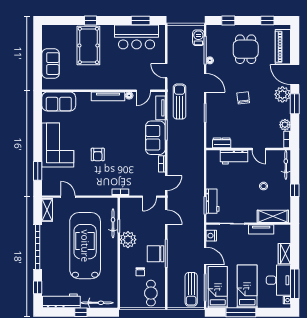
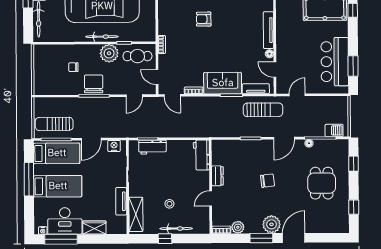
piano: (283, 47) -> (325, 225), removed
dining table: (246, 49) -> (322, 183), turned 90
dresser: (222, 143) -> (217, 176), moved
workbench: (234, 157) -> (201, 155), moved
bicycle: (286, 165) -> (176, 229), moved
bicycle: (113, 223) -> (102, 37), moved
cafe table: (151, 293) -> (137, 56), moved

